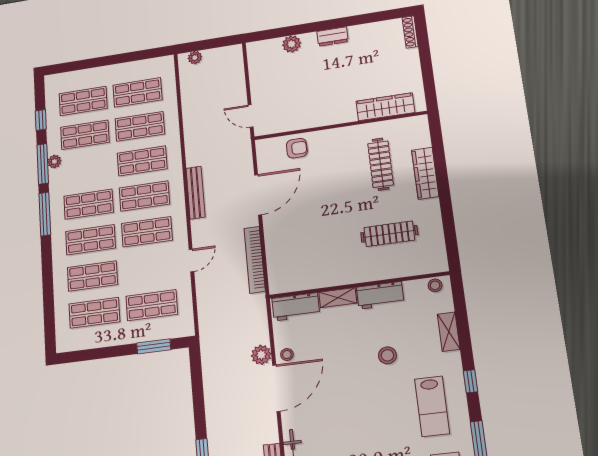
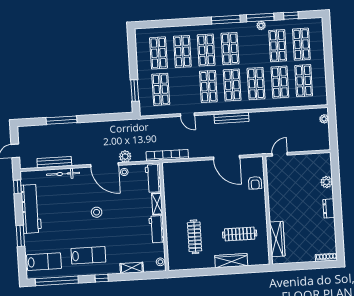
bookcase: (255, 260) -> (167, 155), moved
stool: (387, 355) -> (97, 212), moved
lab bench: (432, 406) -> (88, 255), turned 180

